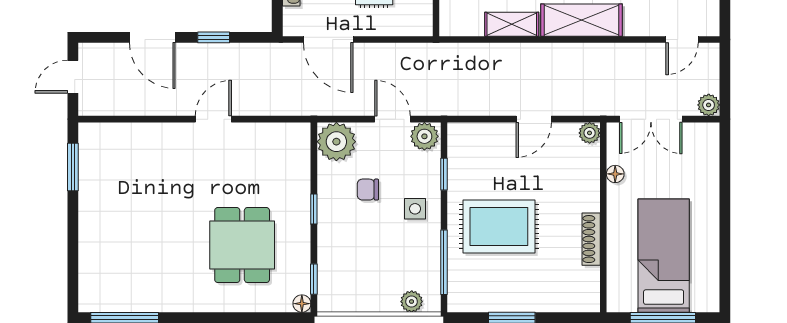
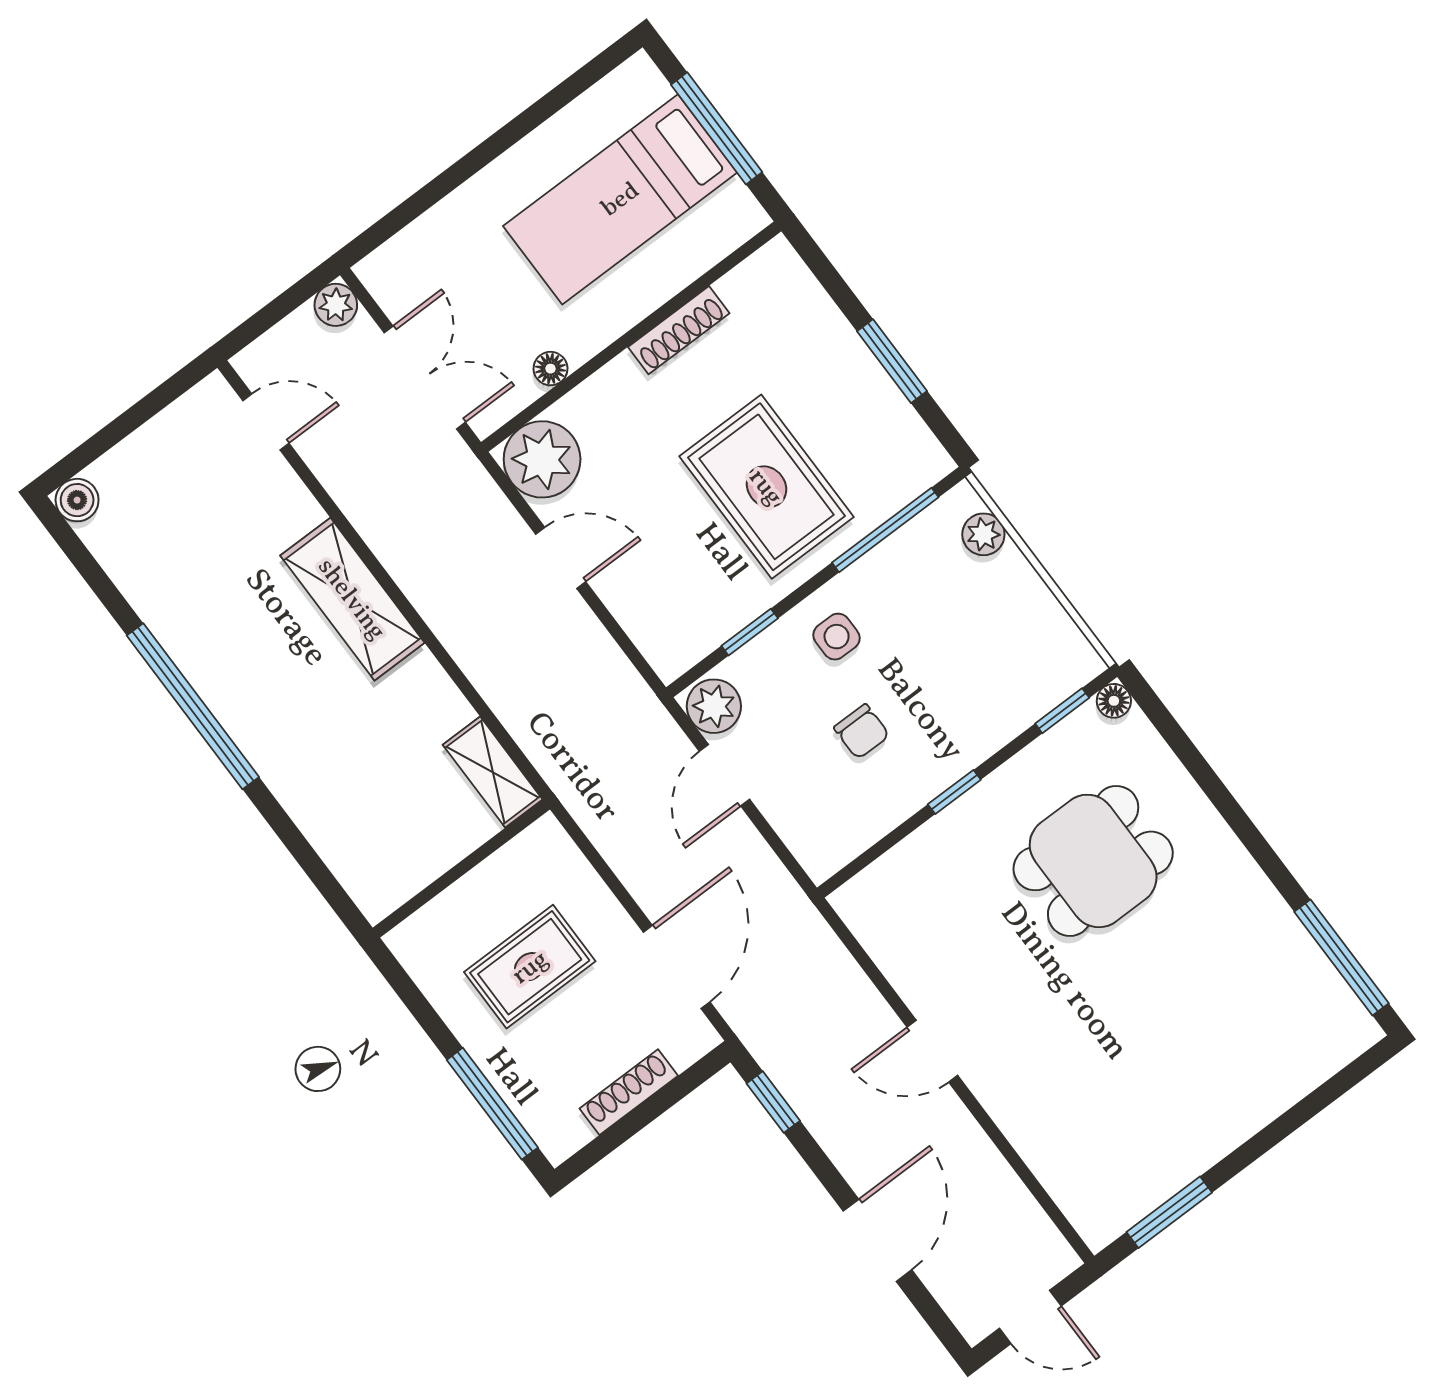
shelving: (512, 24) -> (493, 772), moved
window: (214, 37) -> (773, 1102), moved
plant: (590, 133) -> (542, 459), width x1.88, depth x1.88
plant: (336, 142) -> (824, 836), removed

